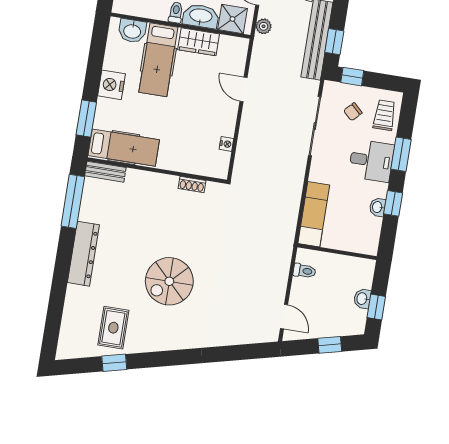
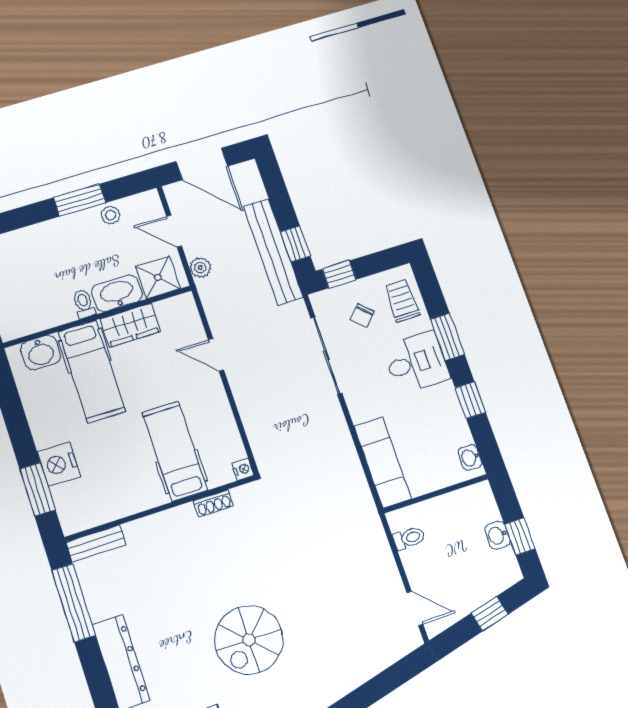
nightstand: (112, 85) -> (59, 464), moved
nightstand: (226, 144) -> (243, 469), moved
hospital bed: (124, 148) -> (175, 451), moved, turned -90
washbasin: (378, 207) -> (470, 458), moved

